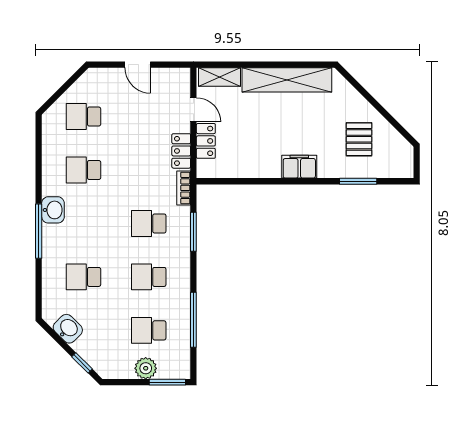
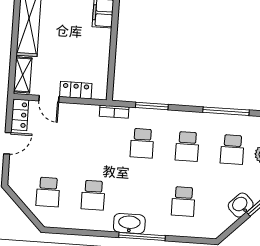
door: (193, 110) -> (49, 99), swing flipped
locker: (181, 151) -> (20, 115), moved, turned -90
washbasin: (53, 210) -> (129, 224), width x1.38
washbasin: (68, 329) -> (241, 205), moved

